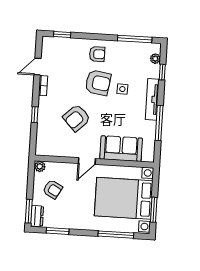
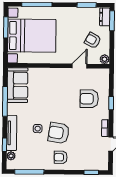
tv unit: (152, 99) -> (12, 133), moved
armchair: (77, 118) -> (89, 99), moved, turned -136
sofa: (121, 149) -> (17, 85), moved, turned -90
door: (87, 161) -> (80, 66), moved

